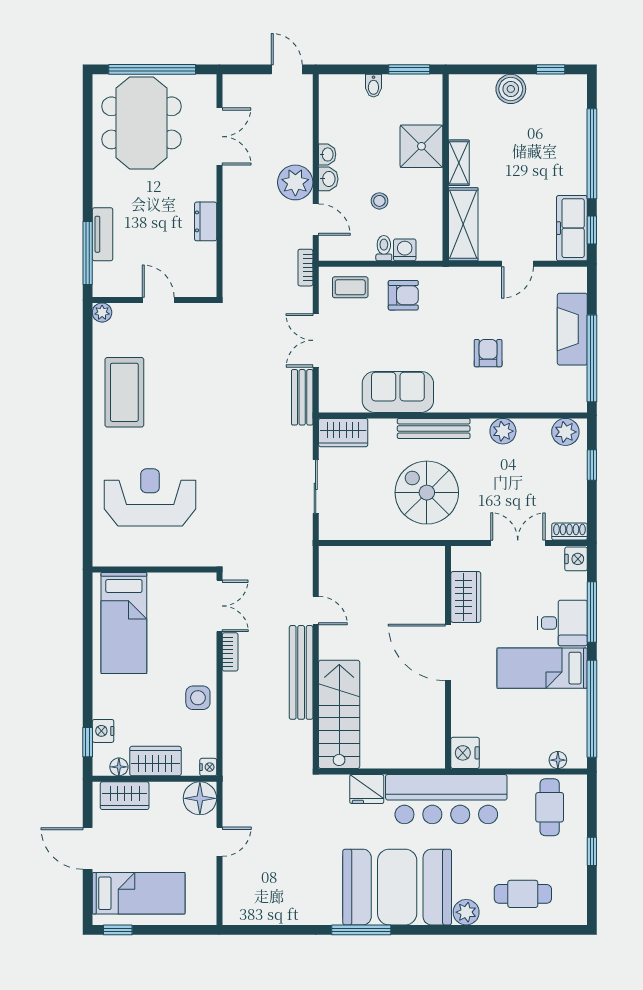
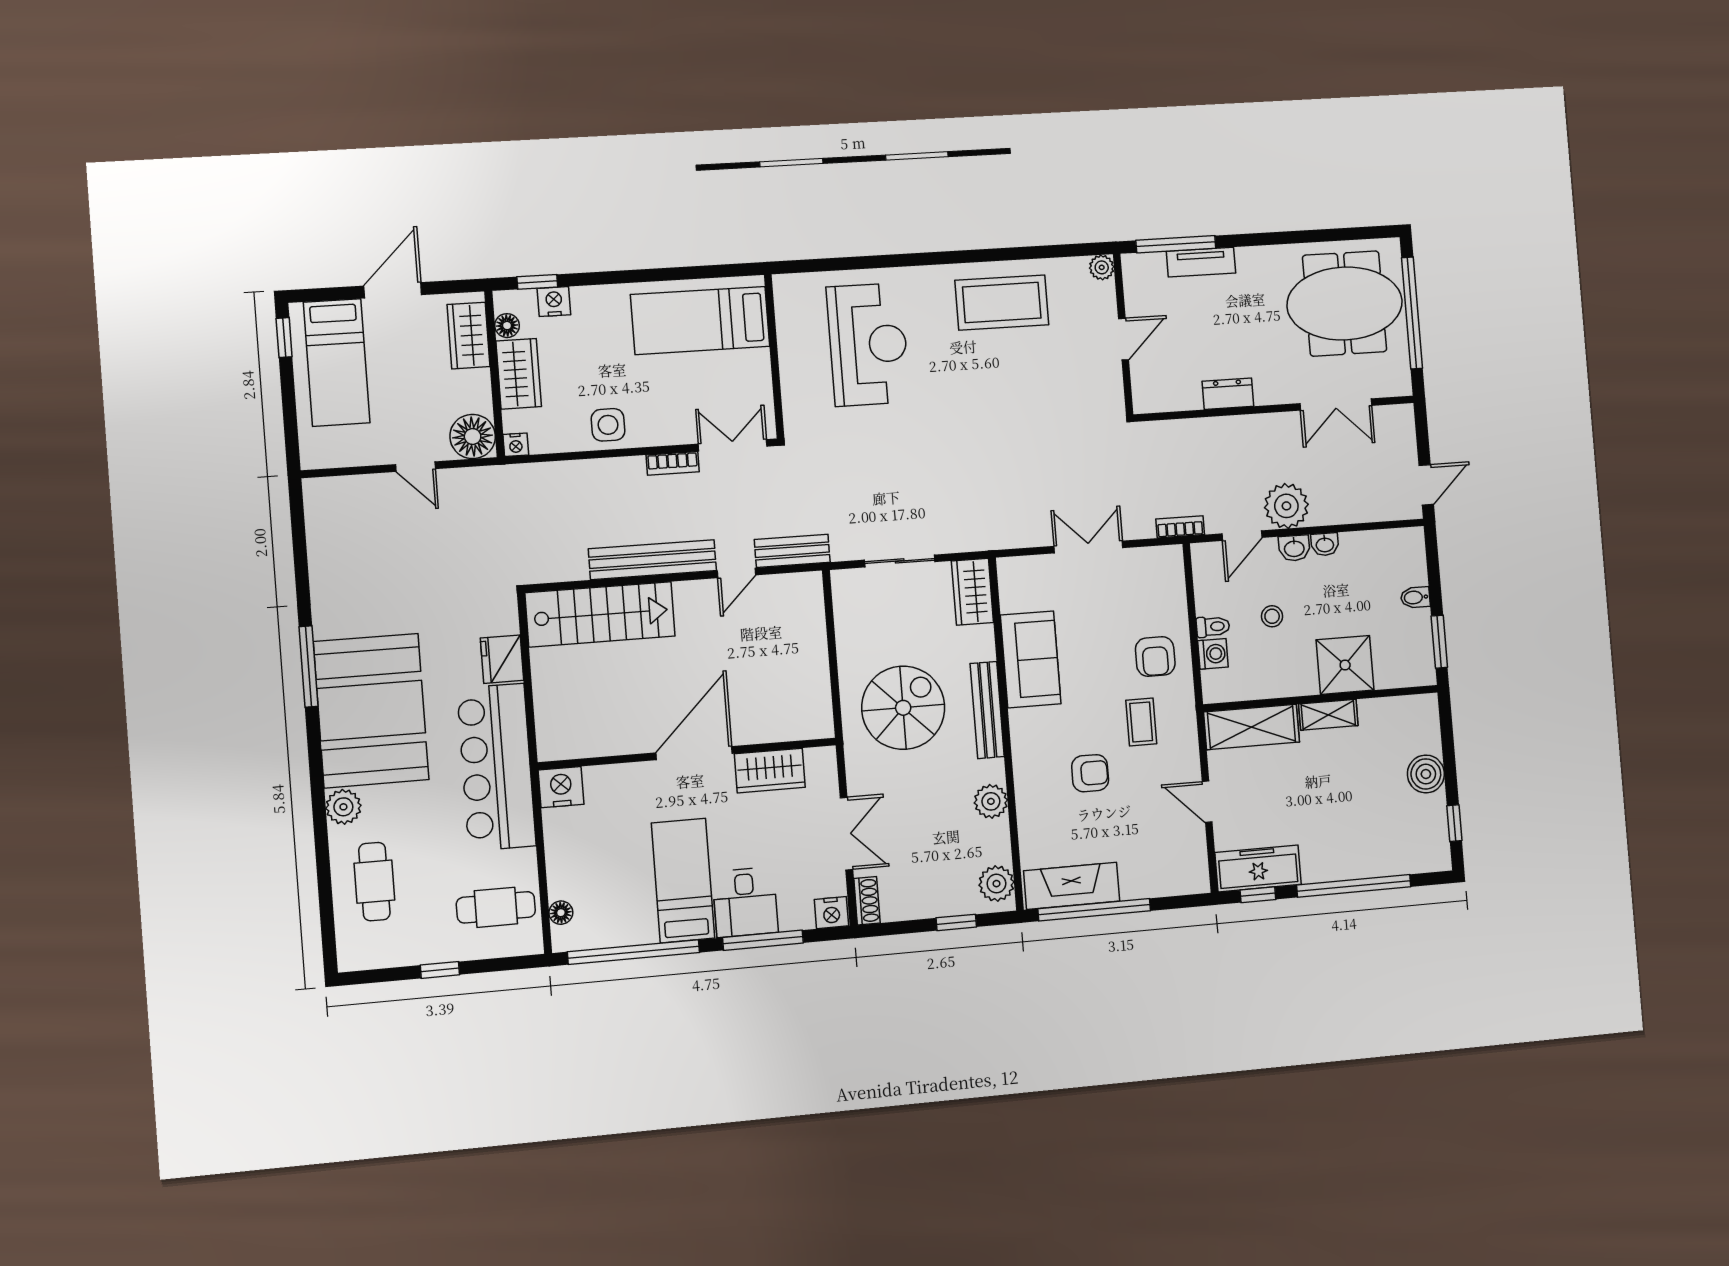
coffee table: (350, 287) -> (1141, 722), moved
fireplace: (572, 329) -> (1072, 886), moved
bench: (302, 397) -> (792, 551), moved
double door: (219, 606) -> (733, 445), swing flipped

